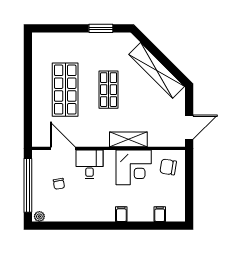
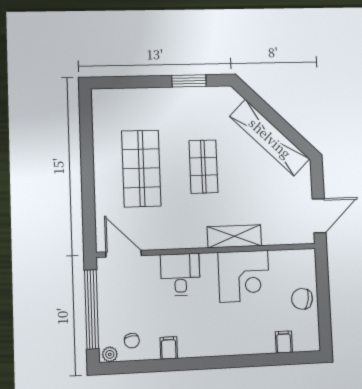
door: (63, 148) -> (124, 254), moved
chair: (168, 167) -> (302, 299), moved
chair: (59, 184) -> (132, 341), moved
filing cabinet: (121, 214) -> (169, 348), moved

